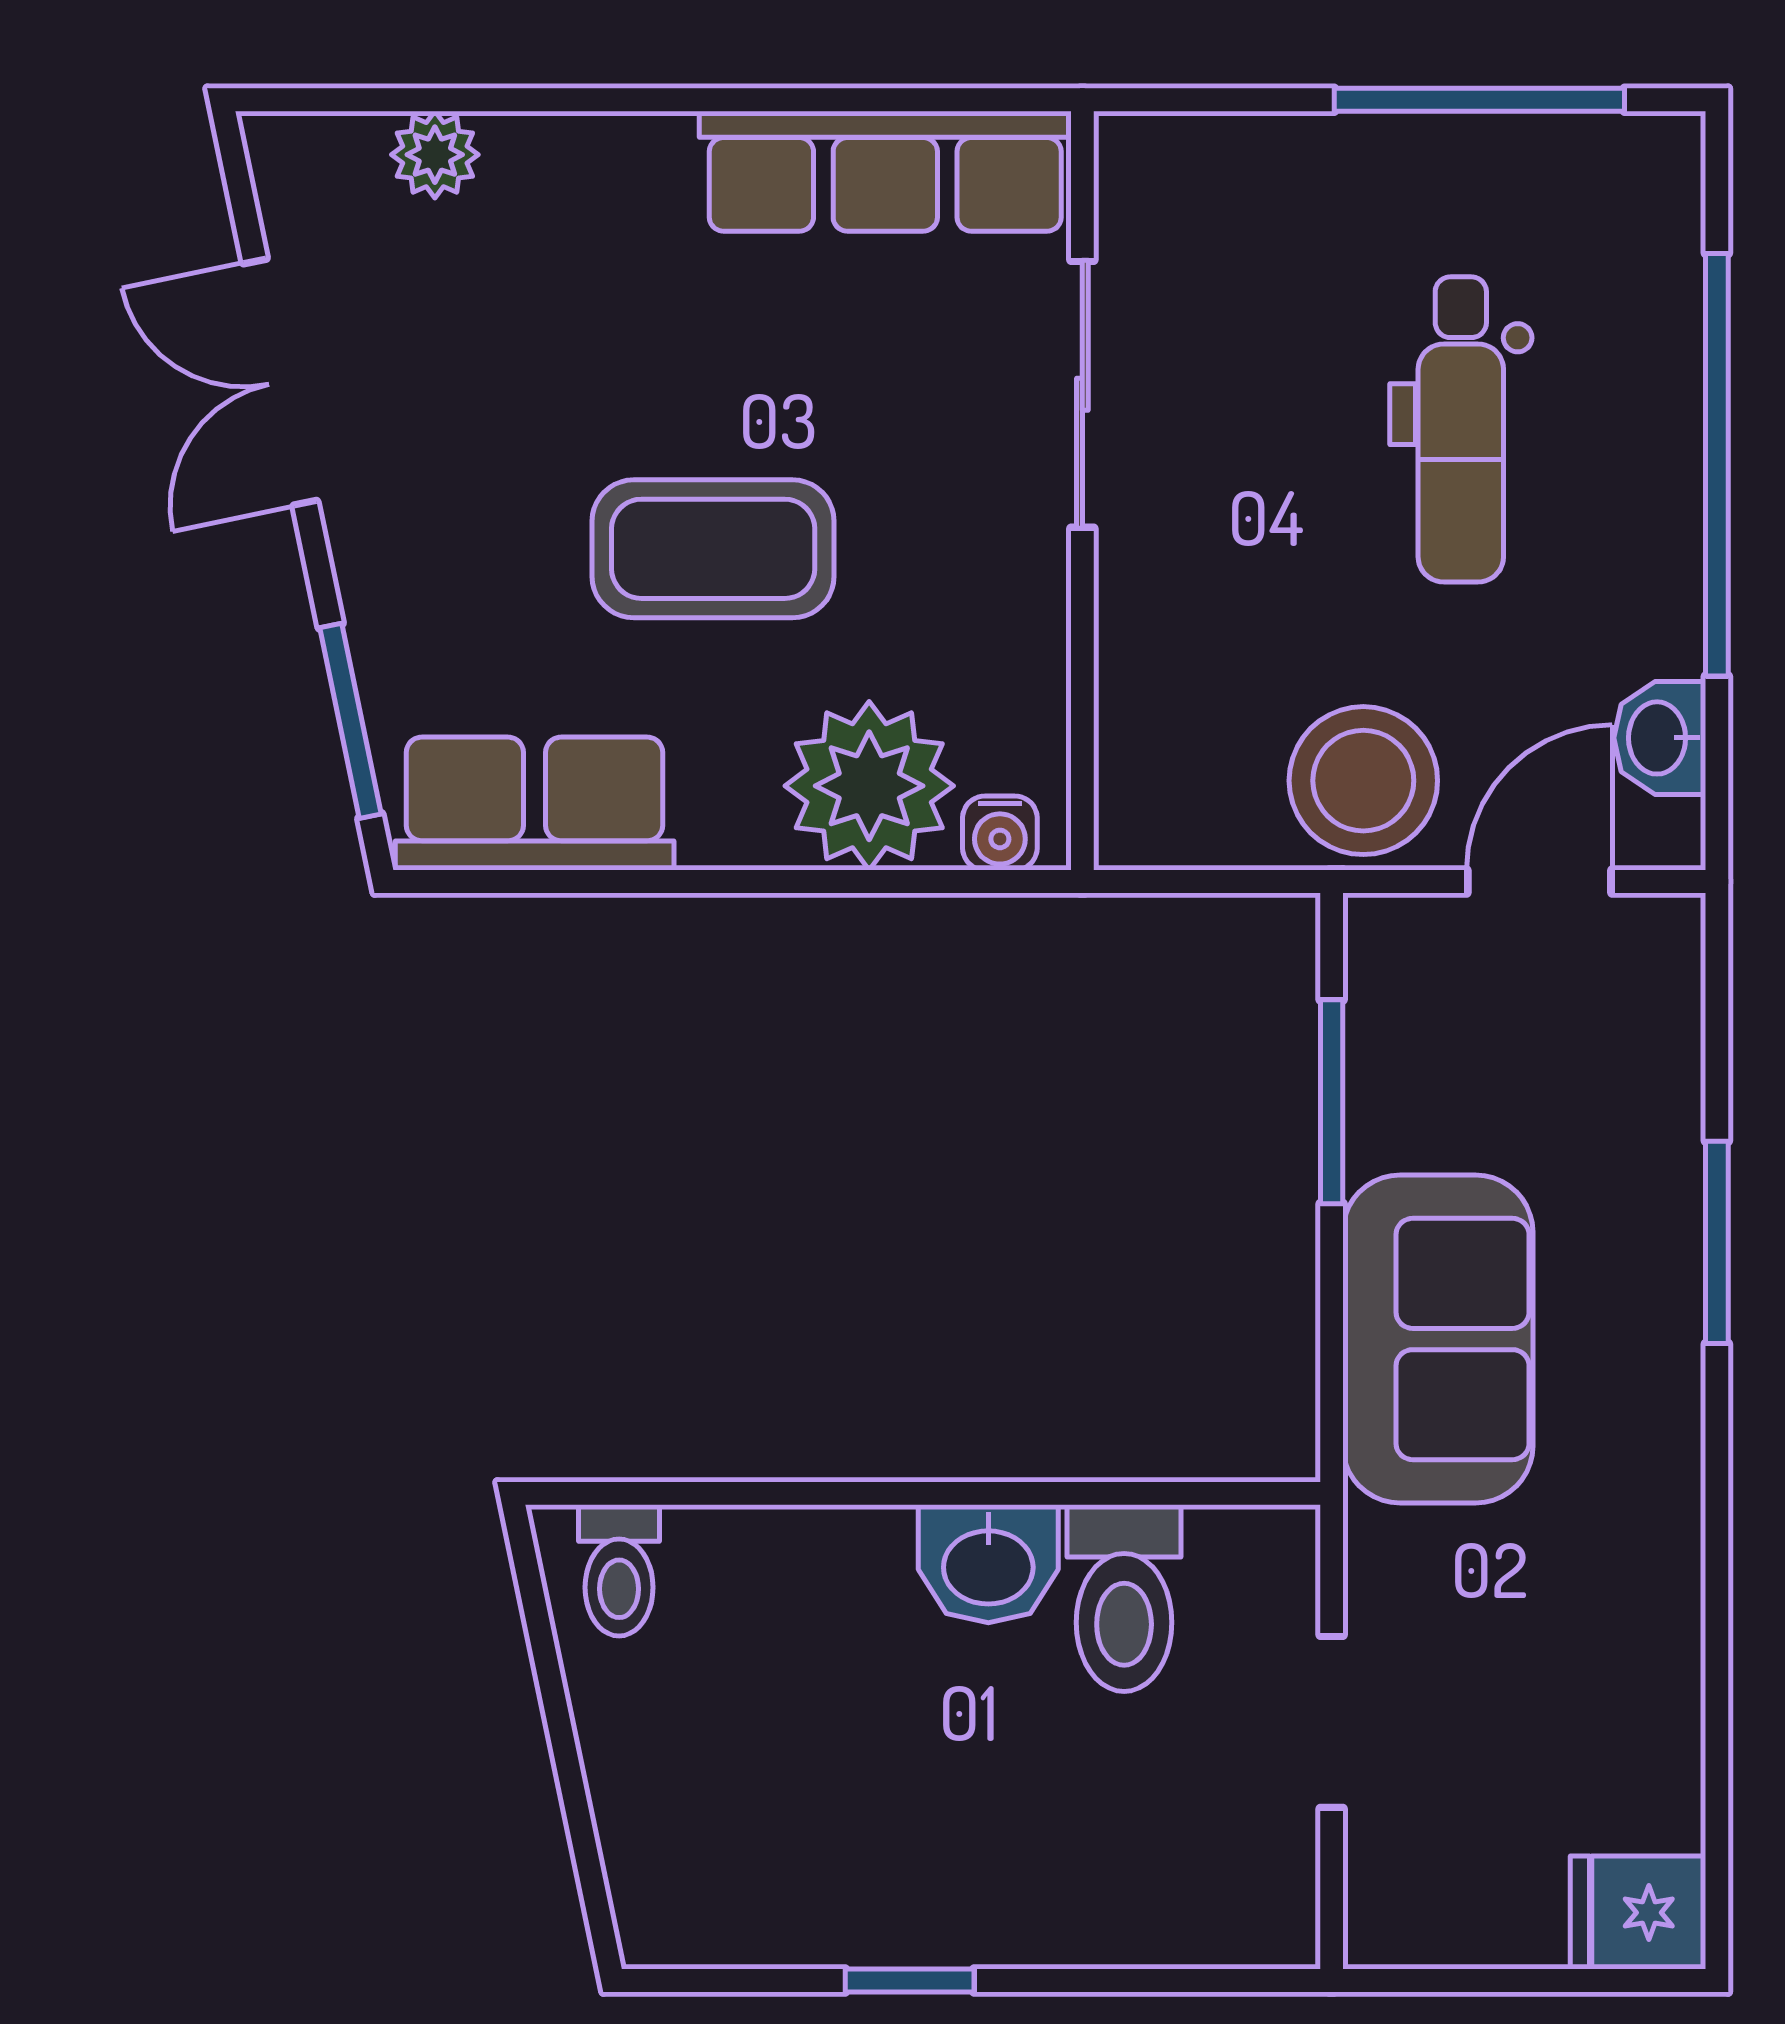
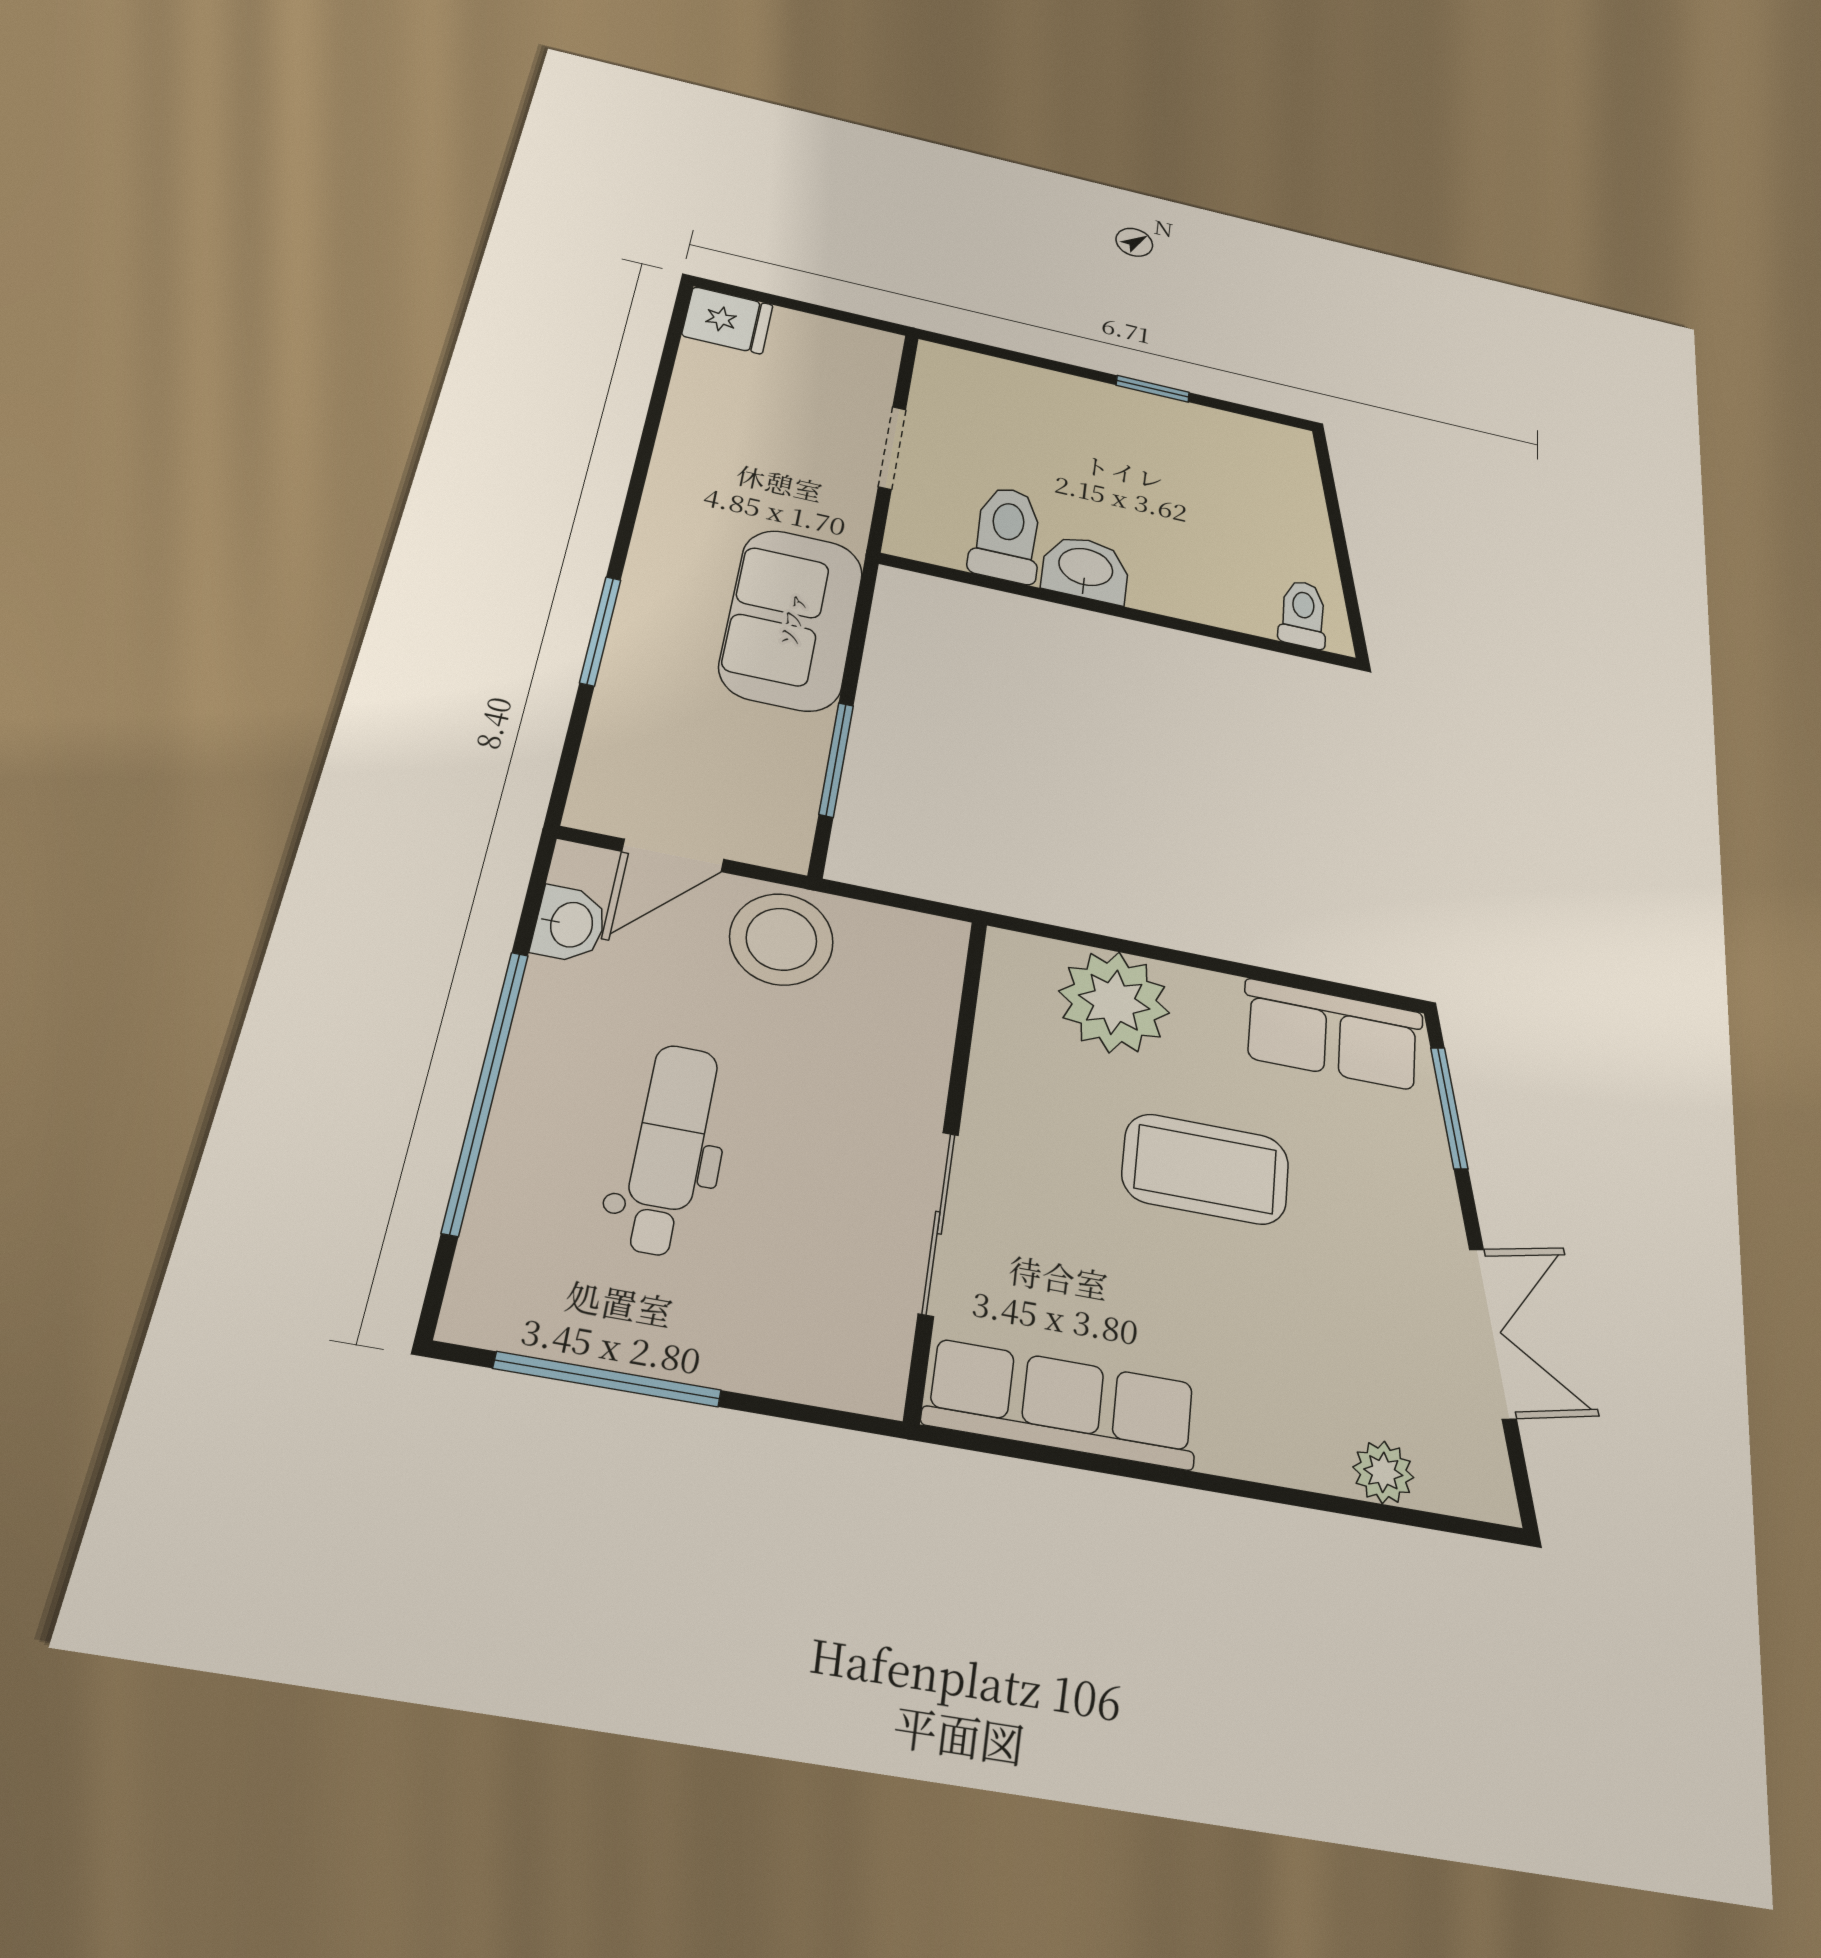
water cooler: (1000, 833) -> (1031, 957), removed

